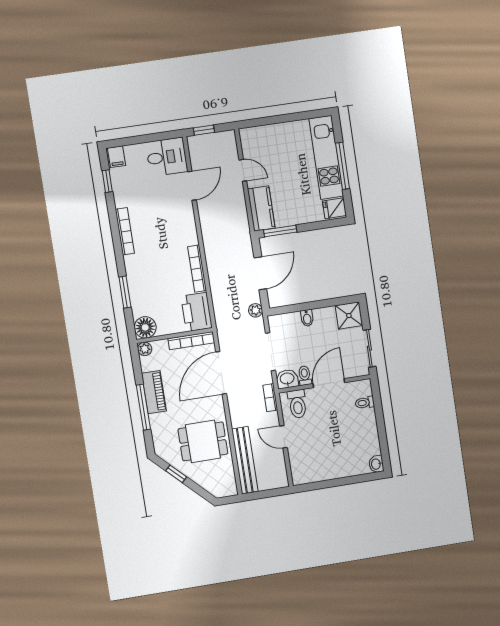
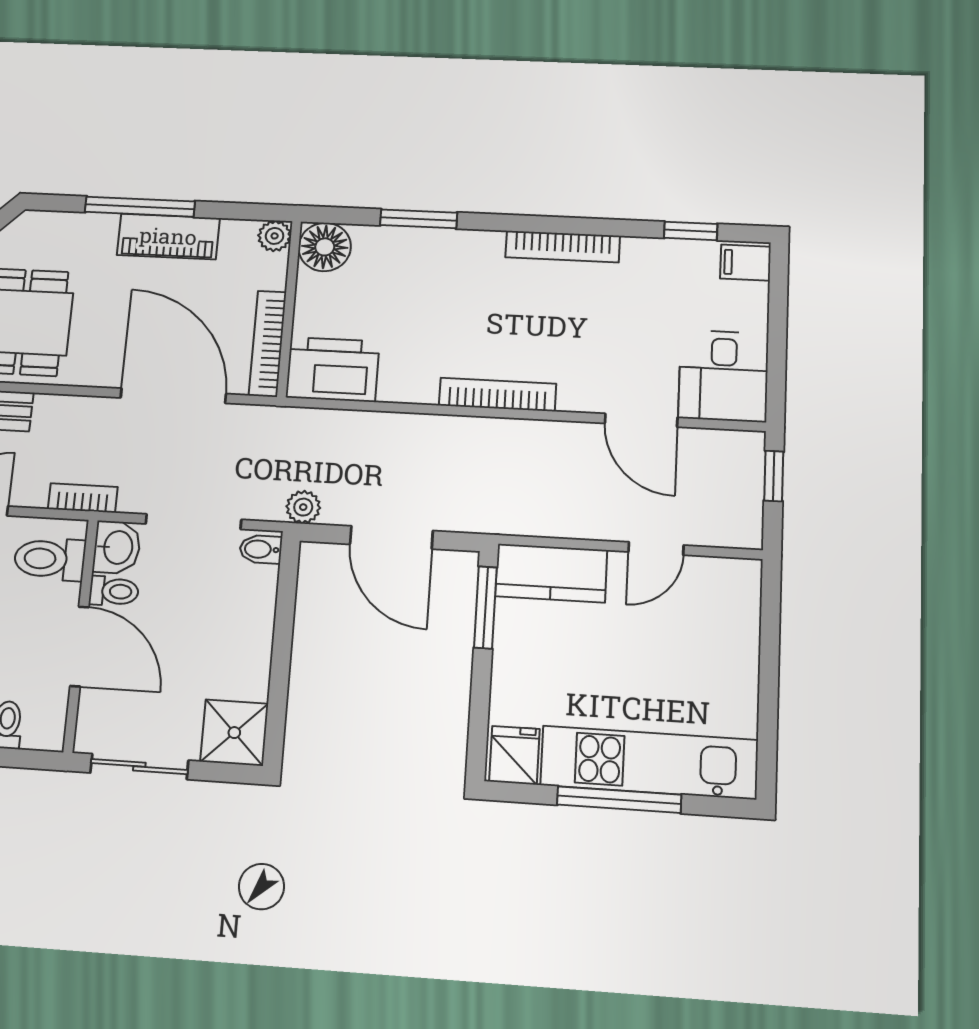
bookcase: (197, 269) -> (497, 395), moved
bidet: (307, 318) -> (261, 549), moved

